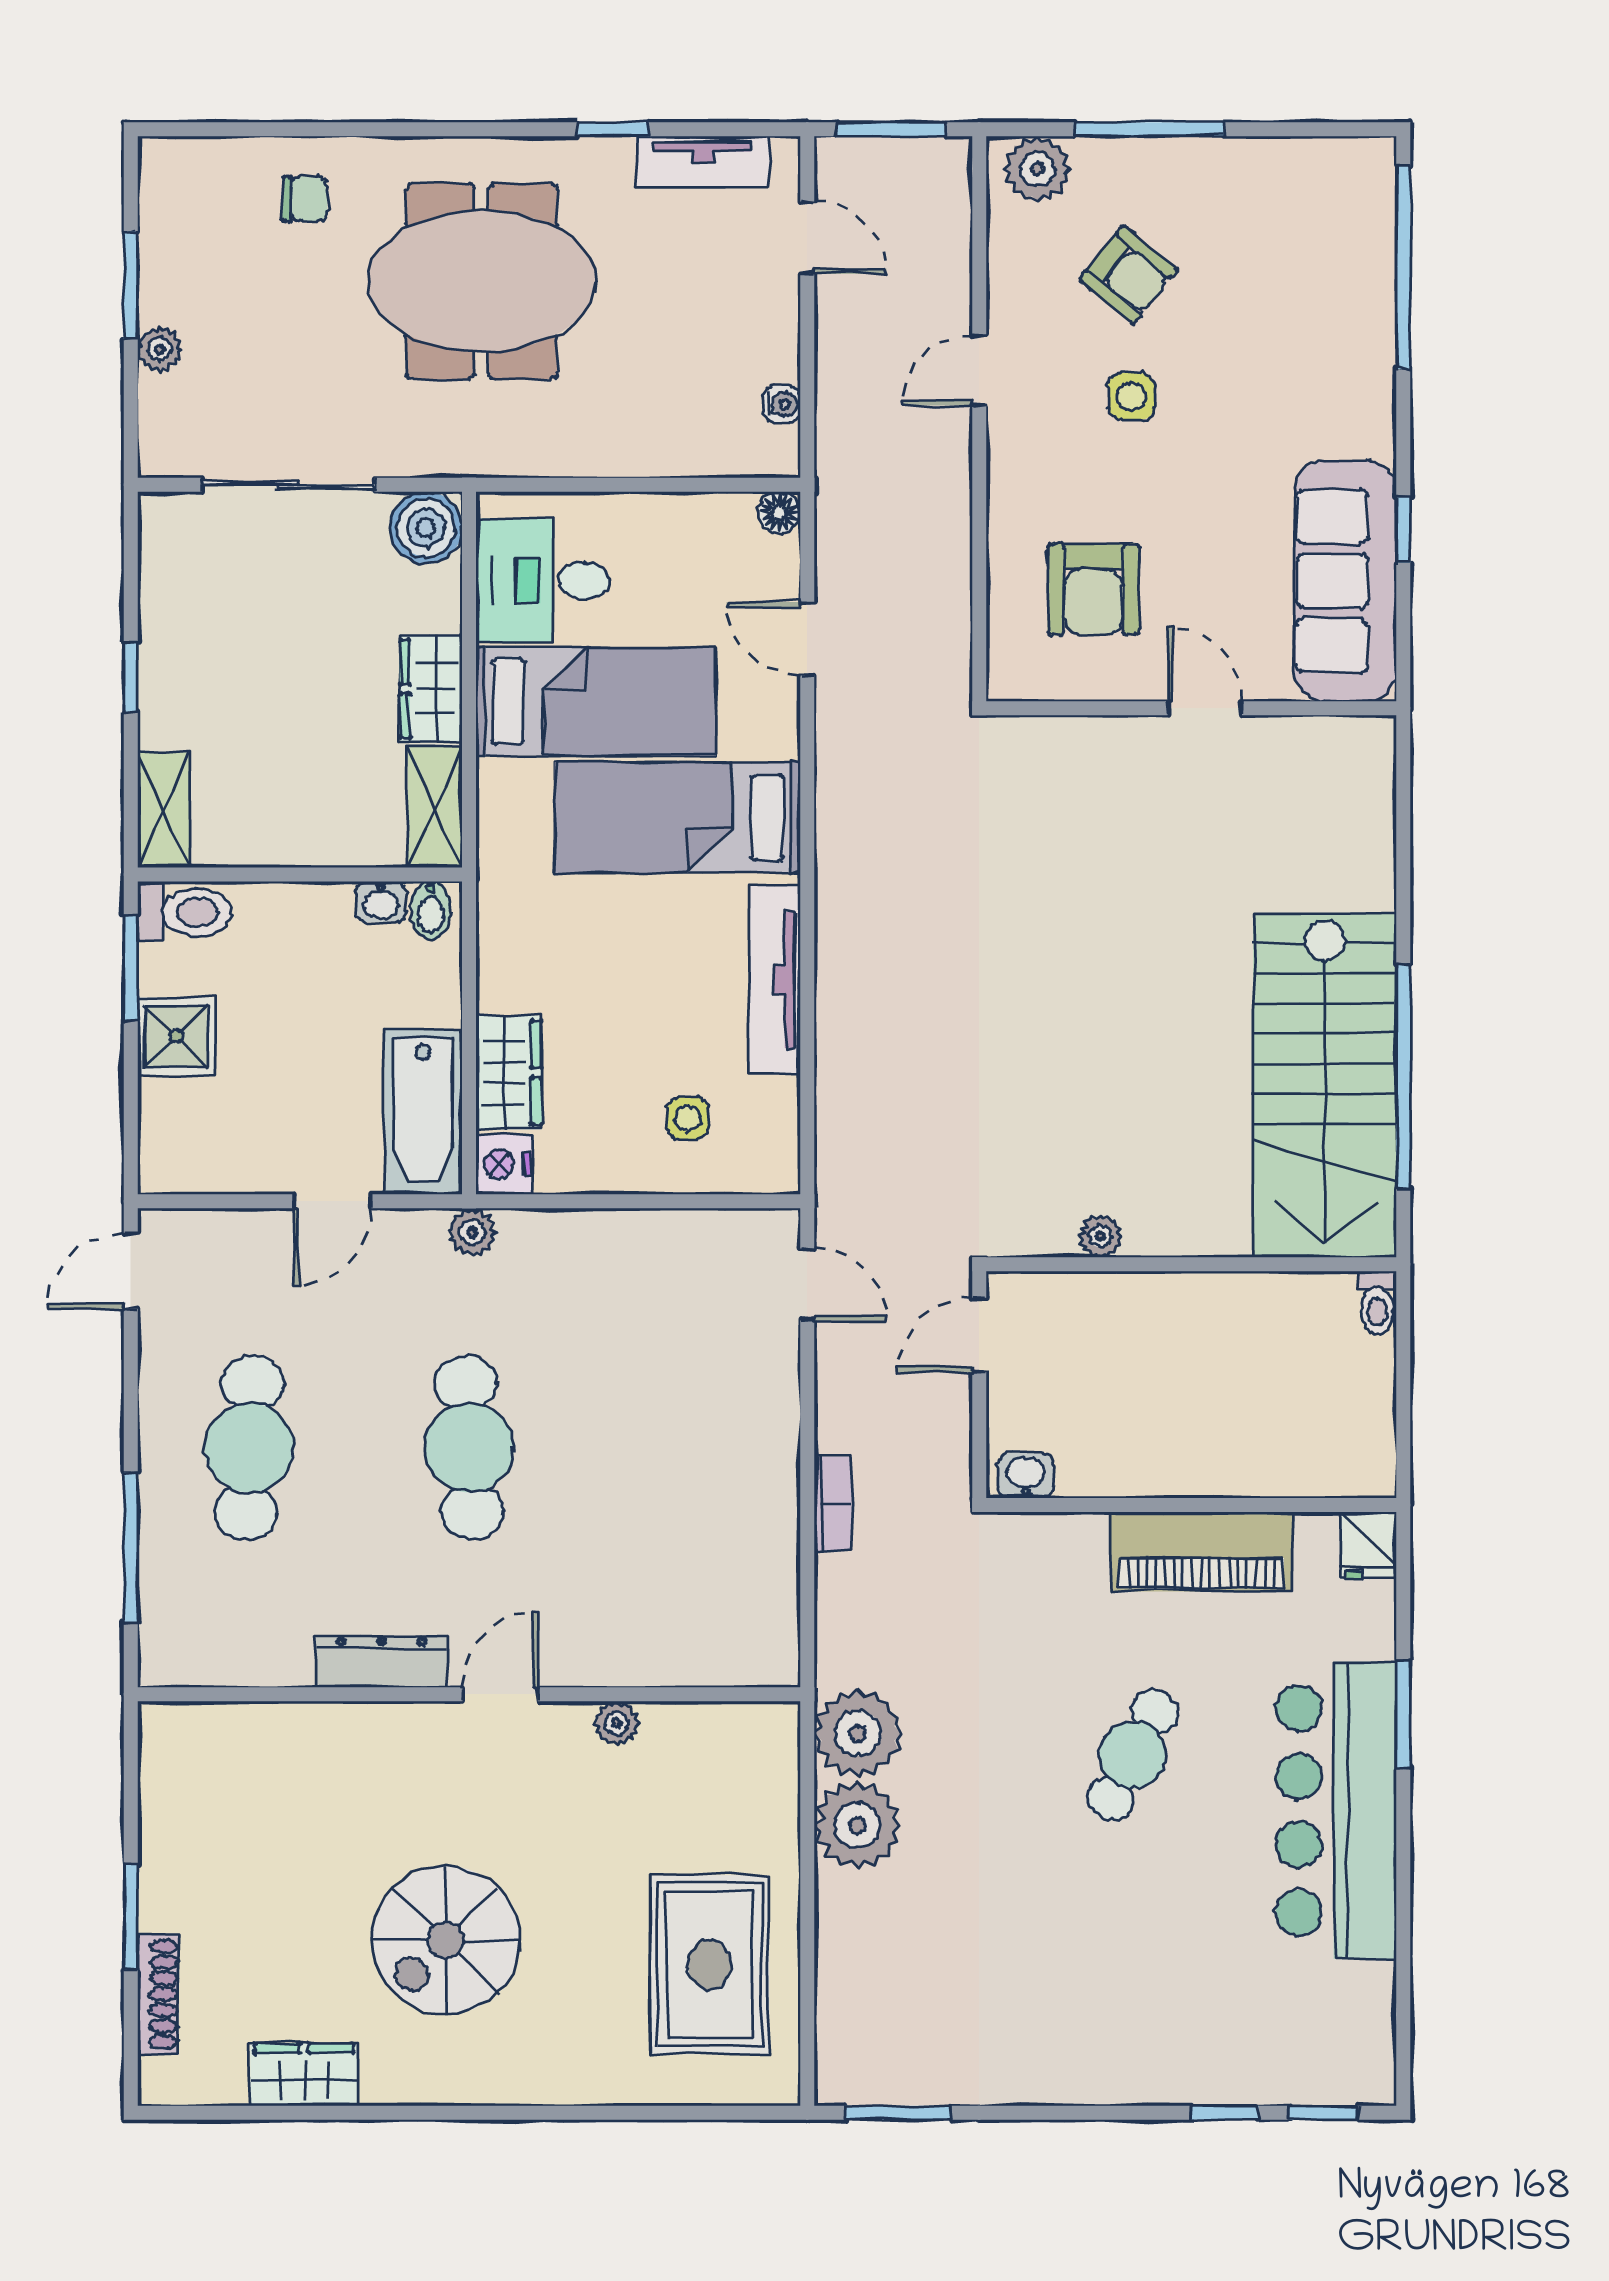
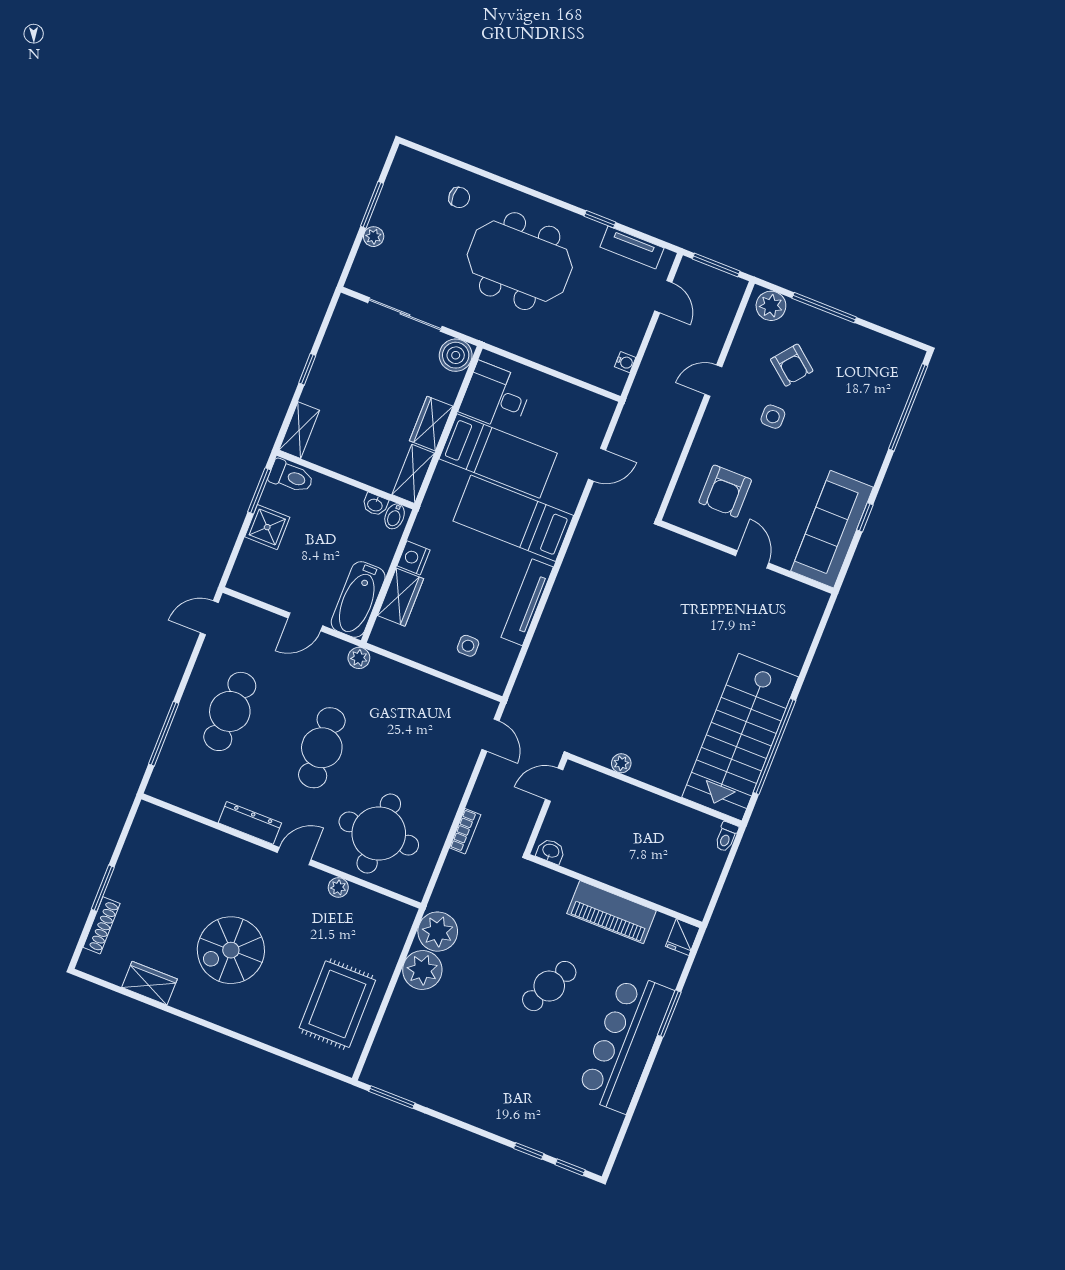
floor lamp: (779, 512) -> (606, 407), removed
door: (807, 639) -> (597, 465), swing flipped
nightstand: (504, 1164) -> (413, 558), moved
round table: (656, 1579) -> (379, 834), added

